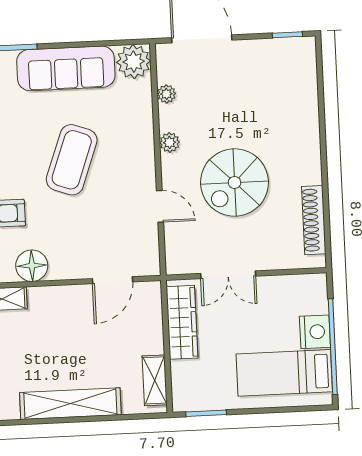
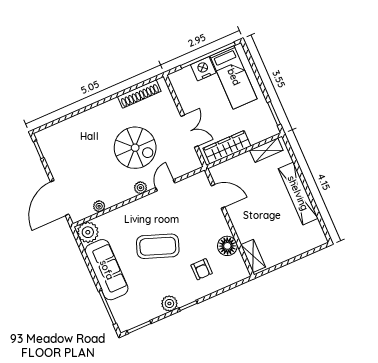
plant: (170, 142) -> (141, 188), moved

